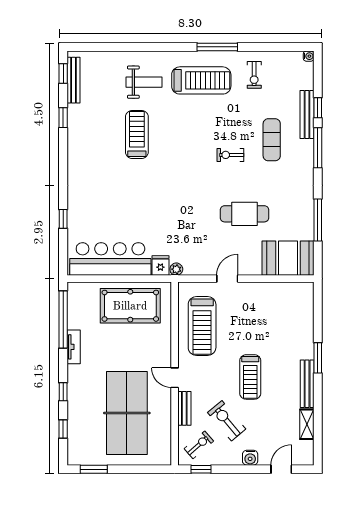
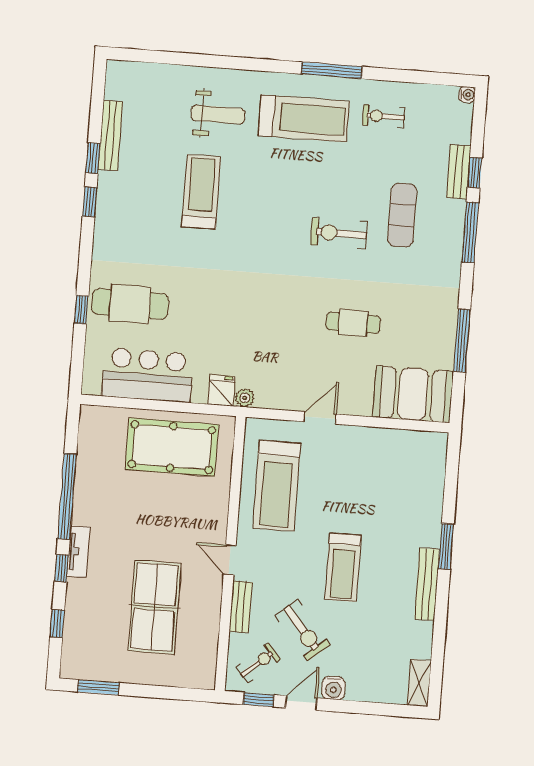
window: (63, 74) -> (90, 202), moved
exercise bike: (254, 75) -> (384, 116), turned 90
bench: (73, 80) -> (110, 135), moved
bench: (307, 114) -> (459, 172), width x0.73
exercise bike: (230, 155) -> (339, 233), width x1.38, depth x1.39
cafe table: (95, 213) -> (130, 304), added
cafe table: (244, 214) -> (353, 323), width x0.73, depth x0.74
bar counter: (110, 259) -> (148, 375), width x0.73
window: (63, 319) -> (67, 496), moved
tv unit: (74, 347) -> (78, 552), moved
table tennis table: (127, 413) -> (154, 607), width x0.73, depth x0.76
exercise bike: (227, 421) -> (303, 630), turned 180
shelving: (307, 424) -> (419, 683), moved
door: (281, 469) -> (301, 703), moved

